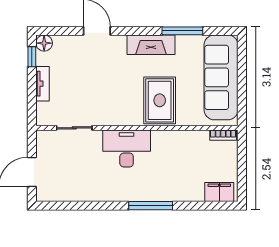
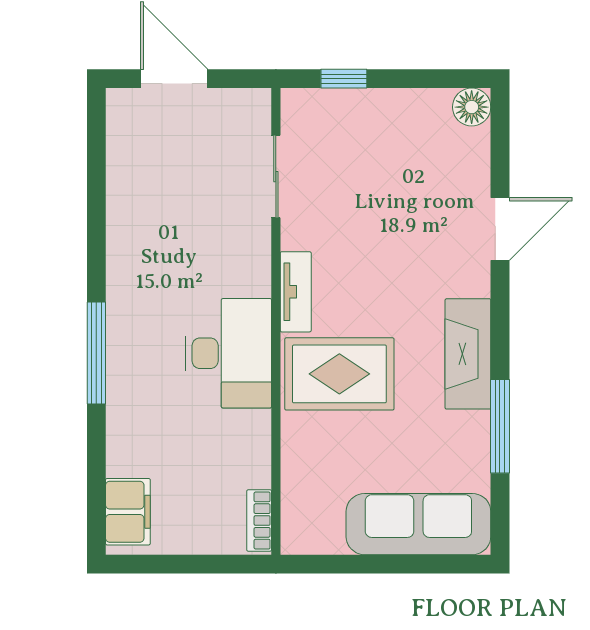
window: (32, 57) -> (344, 79), moved
sofa: (221, 77) -> (418, 524), width x0.74, depth x0.79
tv unit: (42, 84) -> (296, 292), moved, turned -90
desk: (127, 148) -> (228, 353), moved

